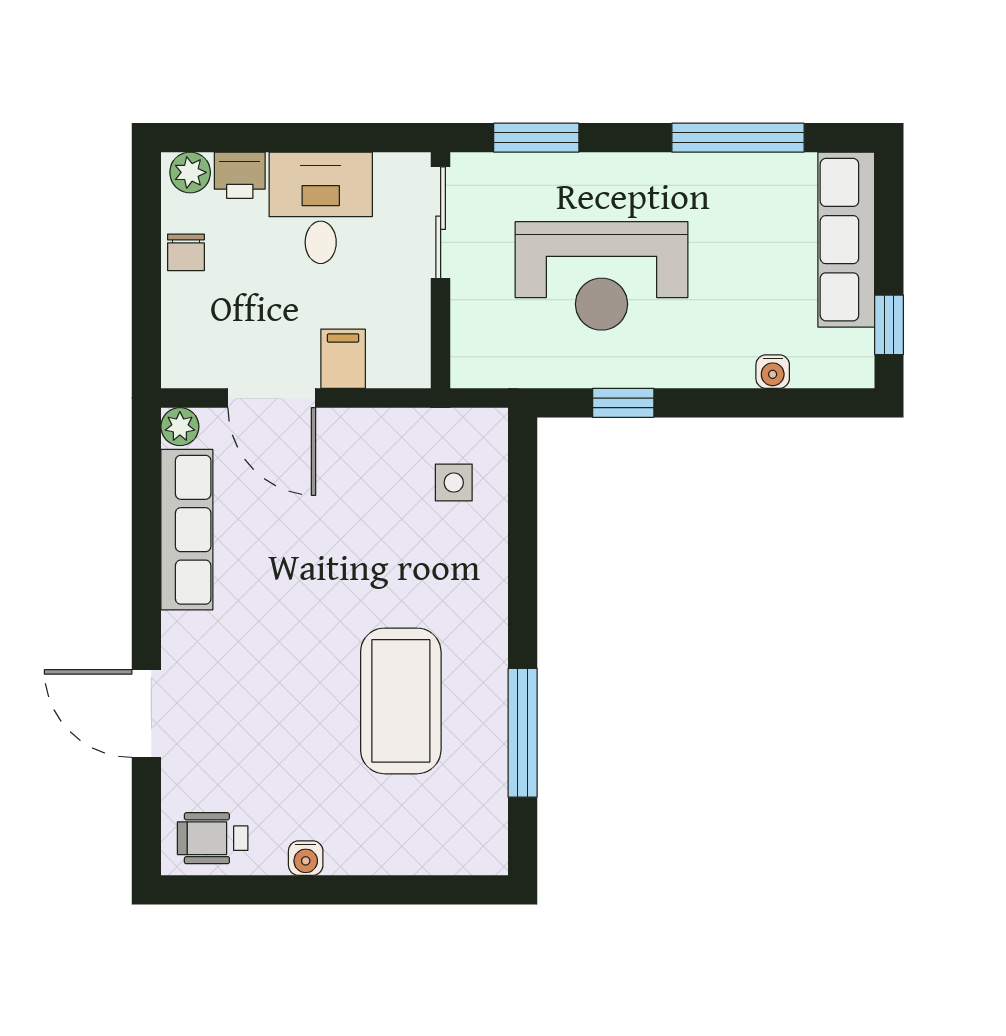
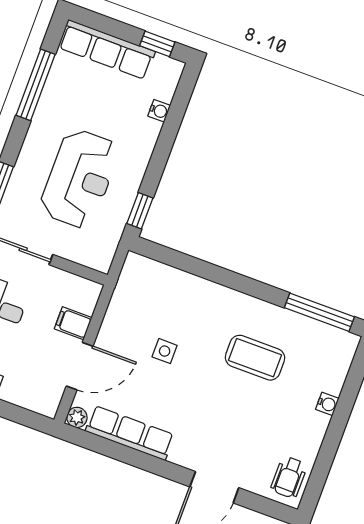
window: (623, 403) -> (140, 211), moved
side table: (454, 483) -> (165, 351), moved
coffee table: (401, 701) -> (255, 358), width x0.73, depth x0.76
window: (523, 733) -> (319, 312), moved
water cooler: (306, 858) -> (327, 404), moved

